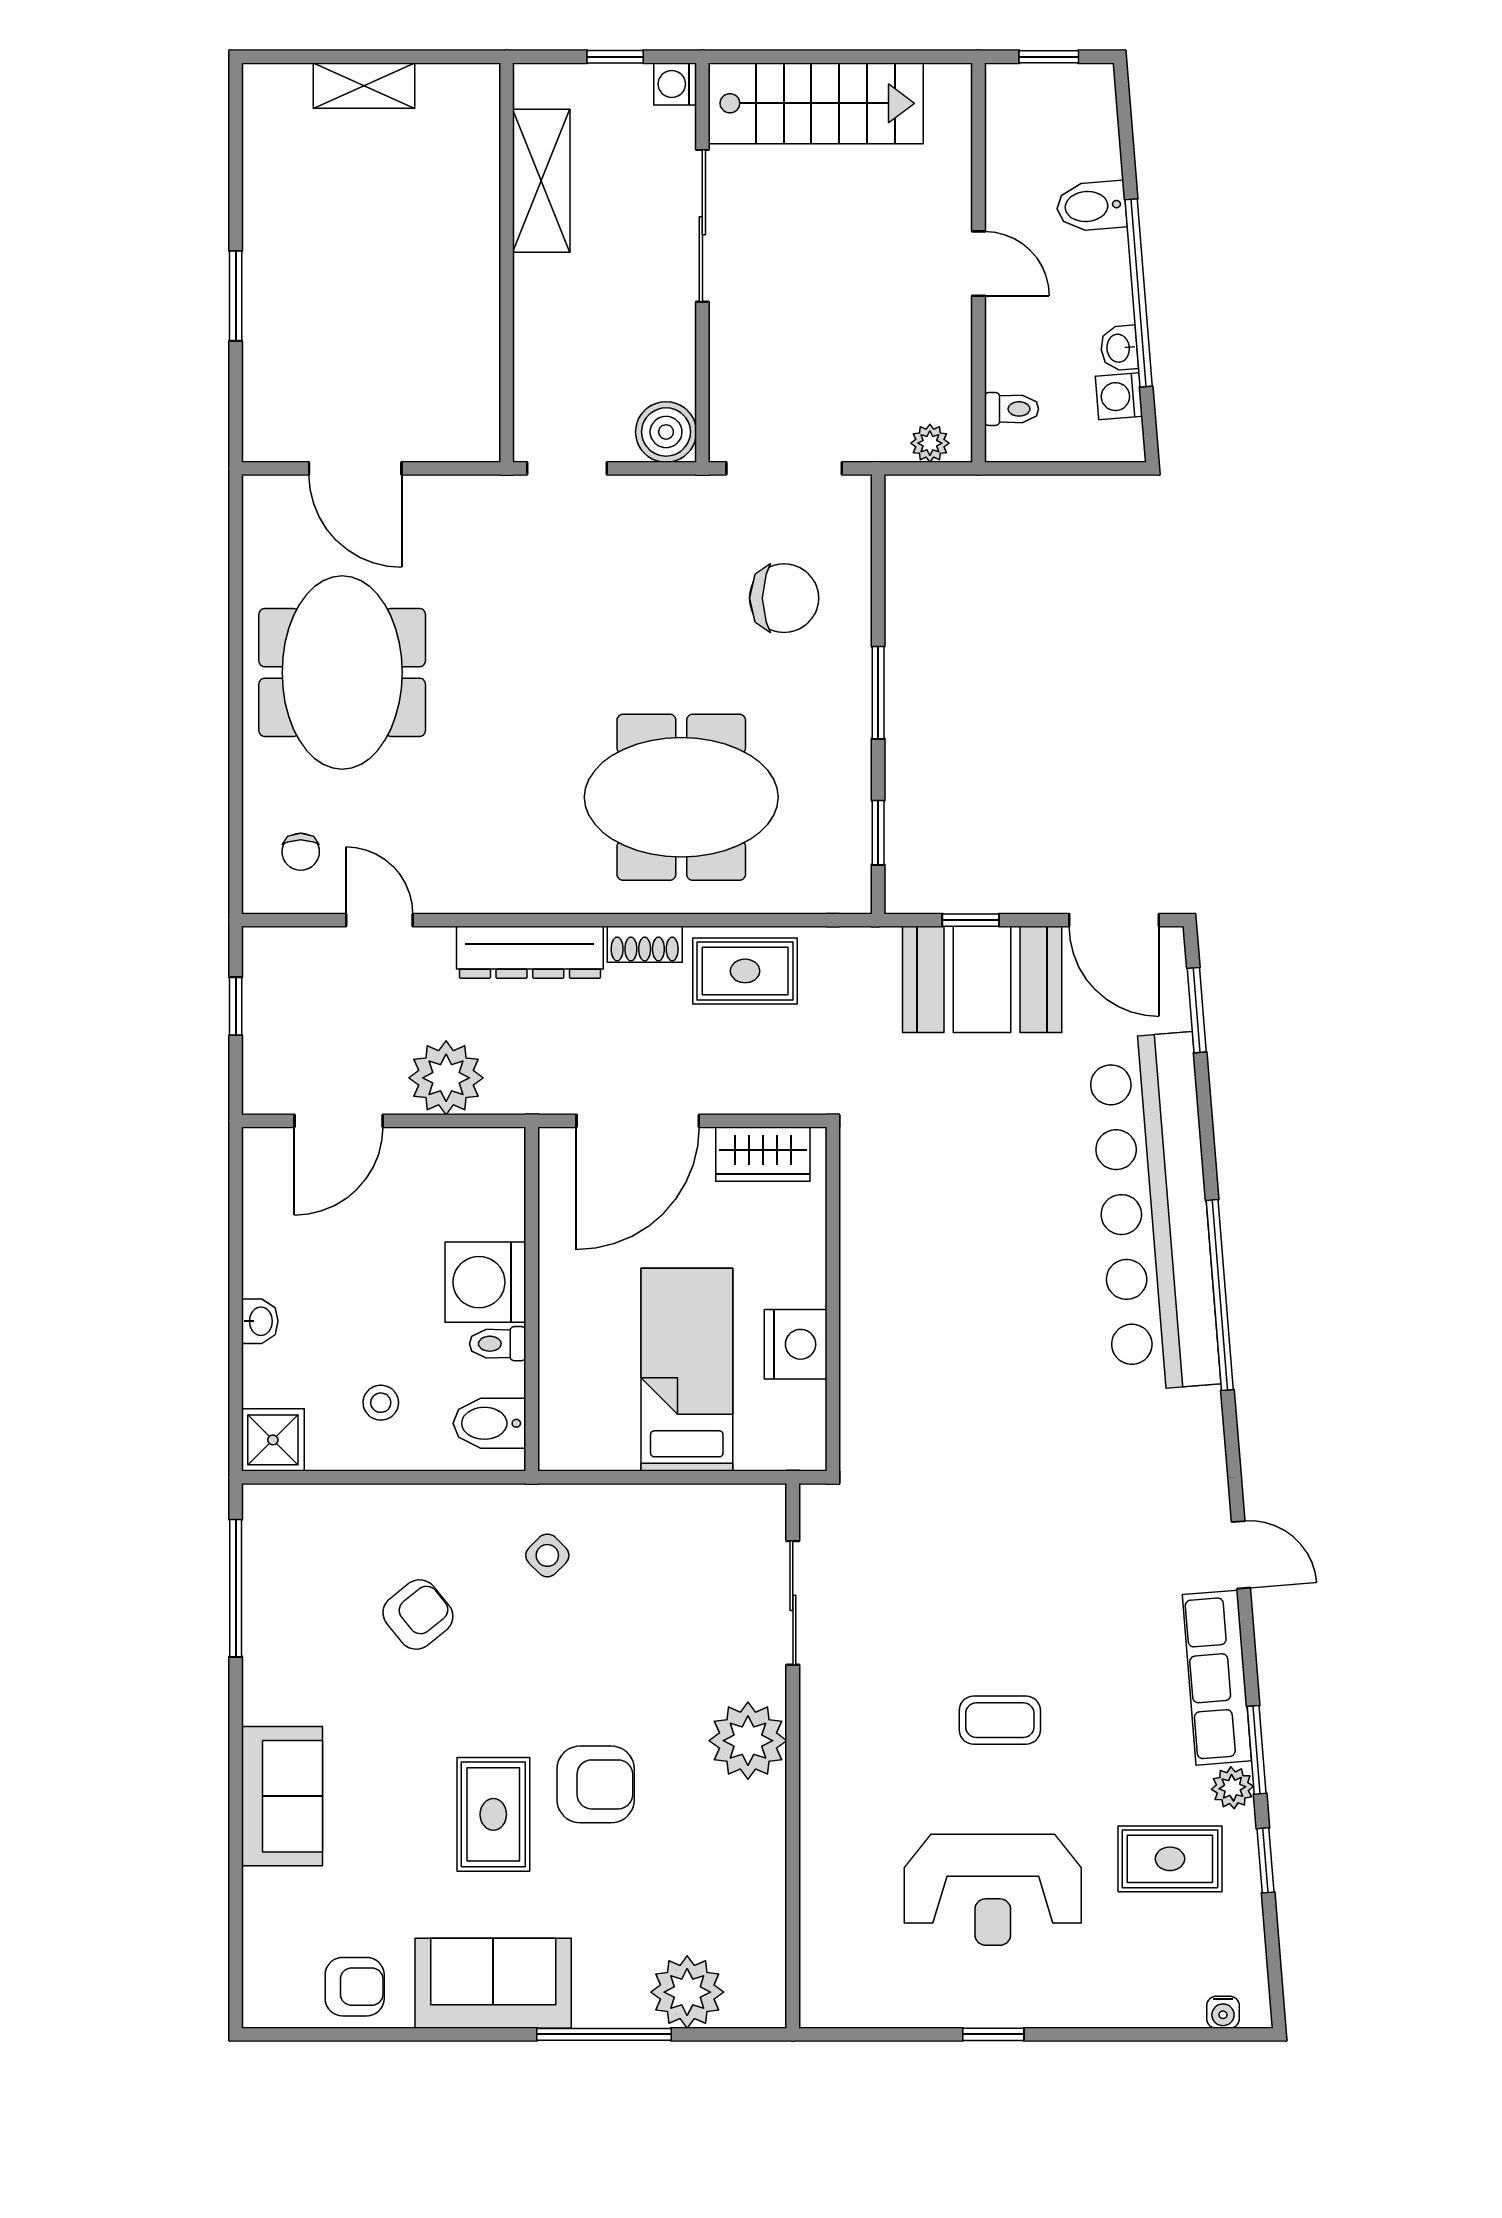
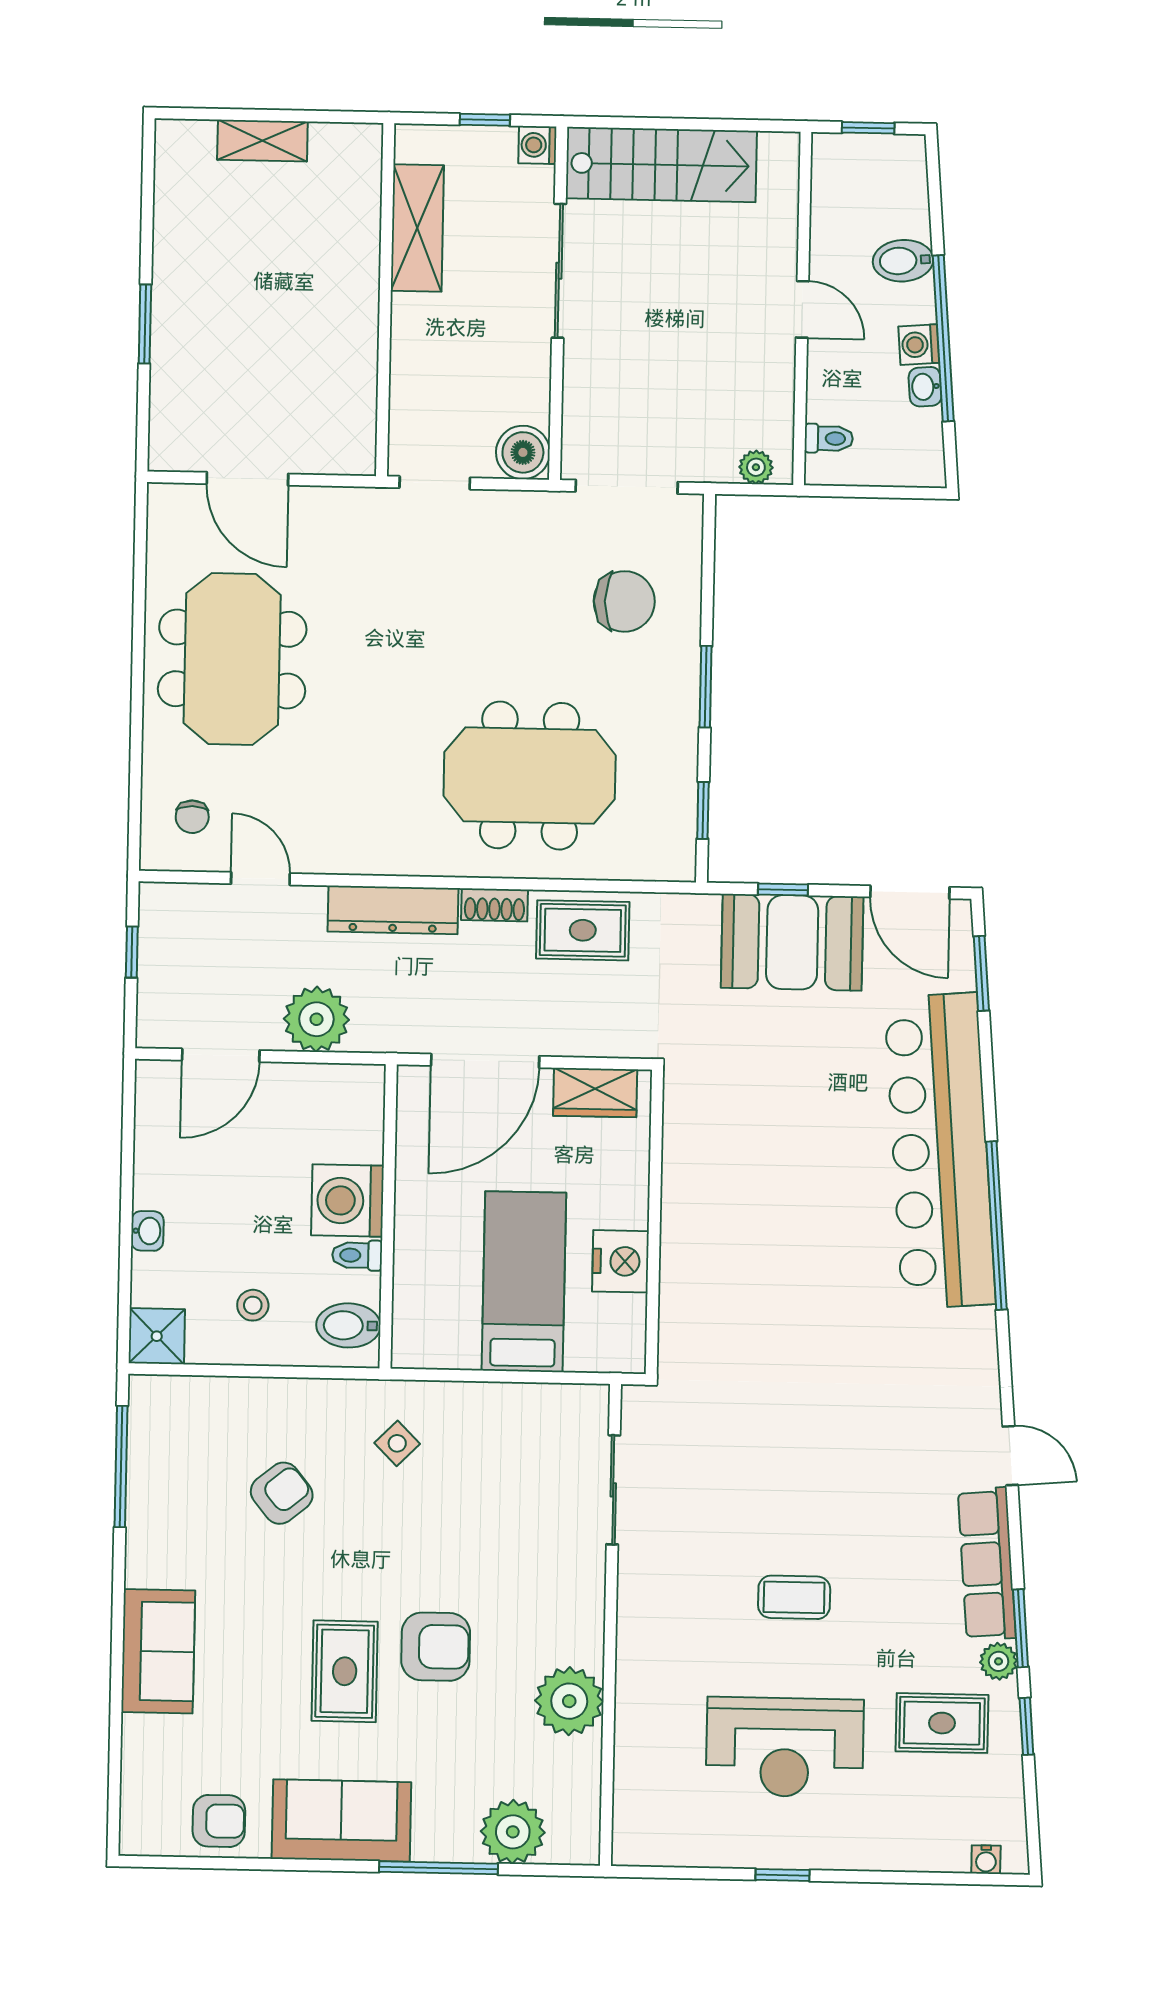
washing machine: (1119, 396) -> (919, 345), moved
plant: (748, 1741) -> (569, 1701), moved

